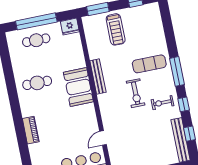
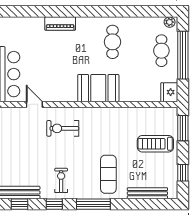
plant: (11, 38) -> (170, 22), added
bench: (98, 77) -> (147, 193), moved
exercise bike: (136, 93) -> (63, 128), moved

